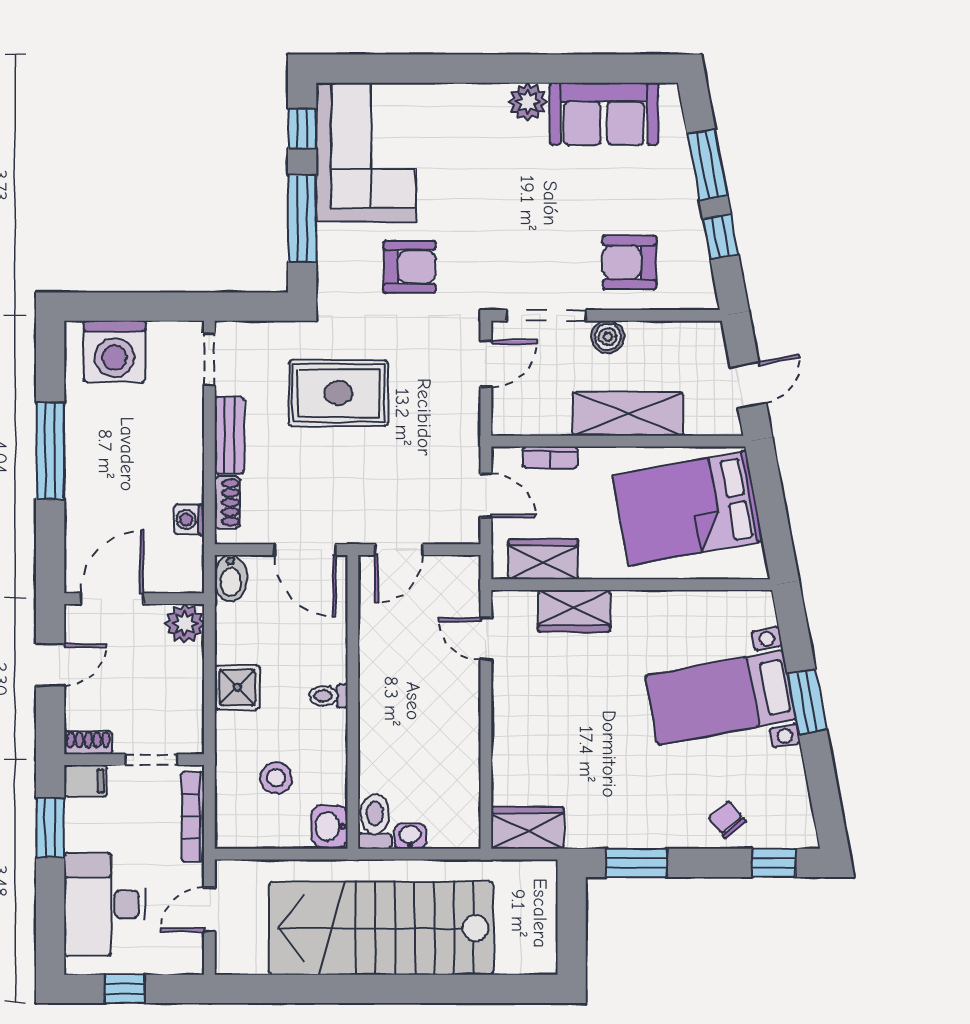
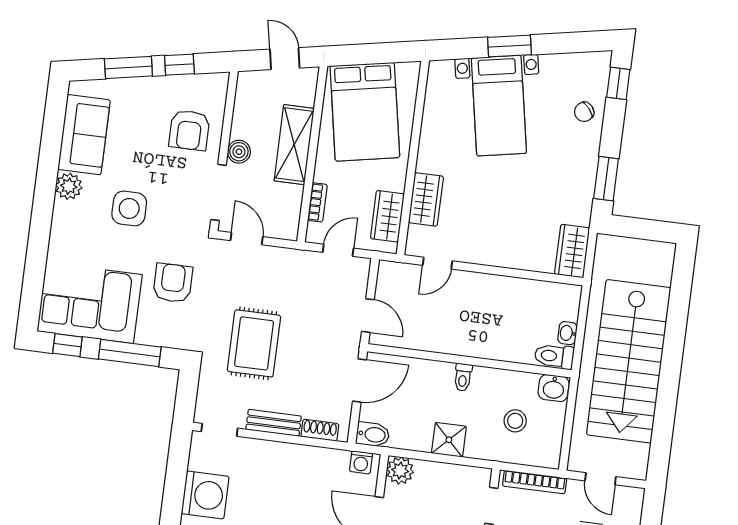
side table: (507, 191) -> (129, 208), added
washing machine: (189, 520) -> (361, 462), moved

